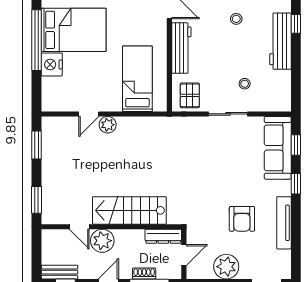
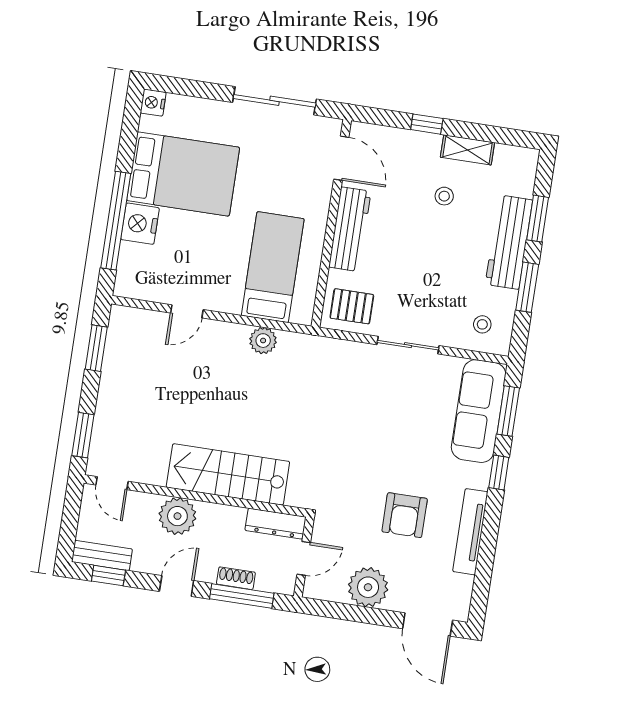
window: (296, 24) -> (538, 219), width x1.50
window: (37, 40) -> (116, 221), moved
window: (296, 67) -> (527, 287), added
stool: (245, 84) -> (482, 324), moved
pallet: (190, 95) -> (352, 306), turned 90
plant: (108, 125) -> (263, 341), moved
window: (296, 145) -> (508, 411), width x1.50
door: (79, 227) -> (112, 483), moved

